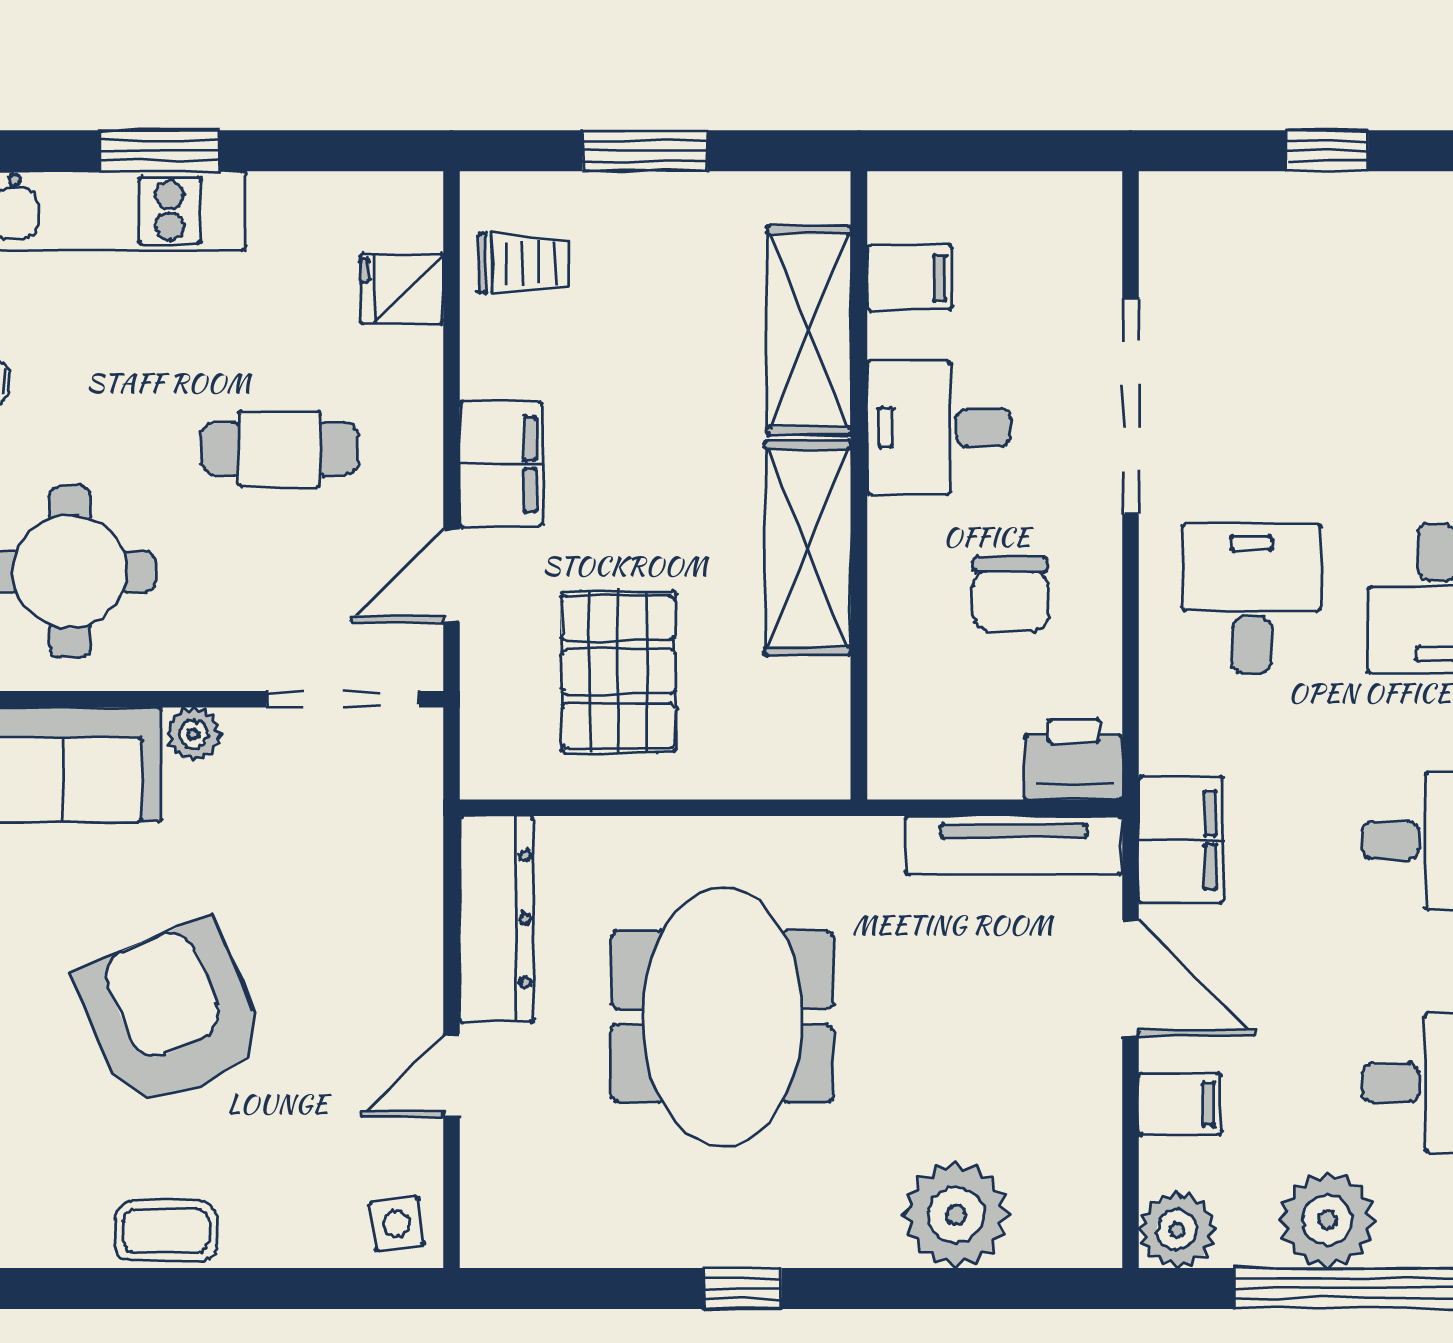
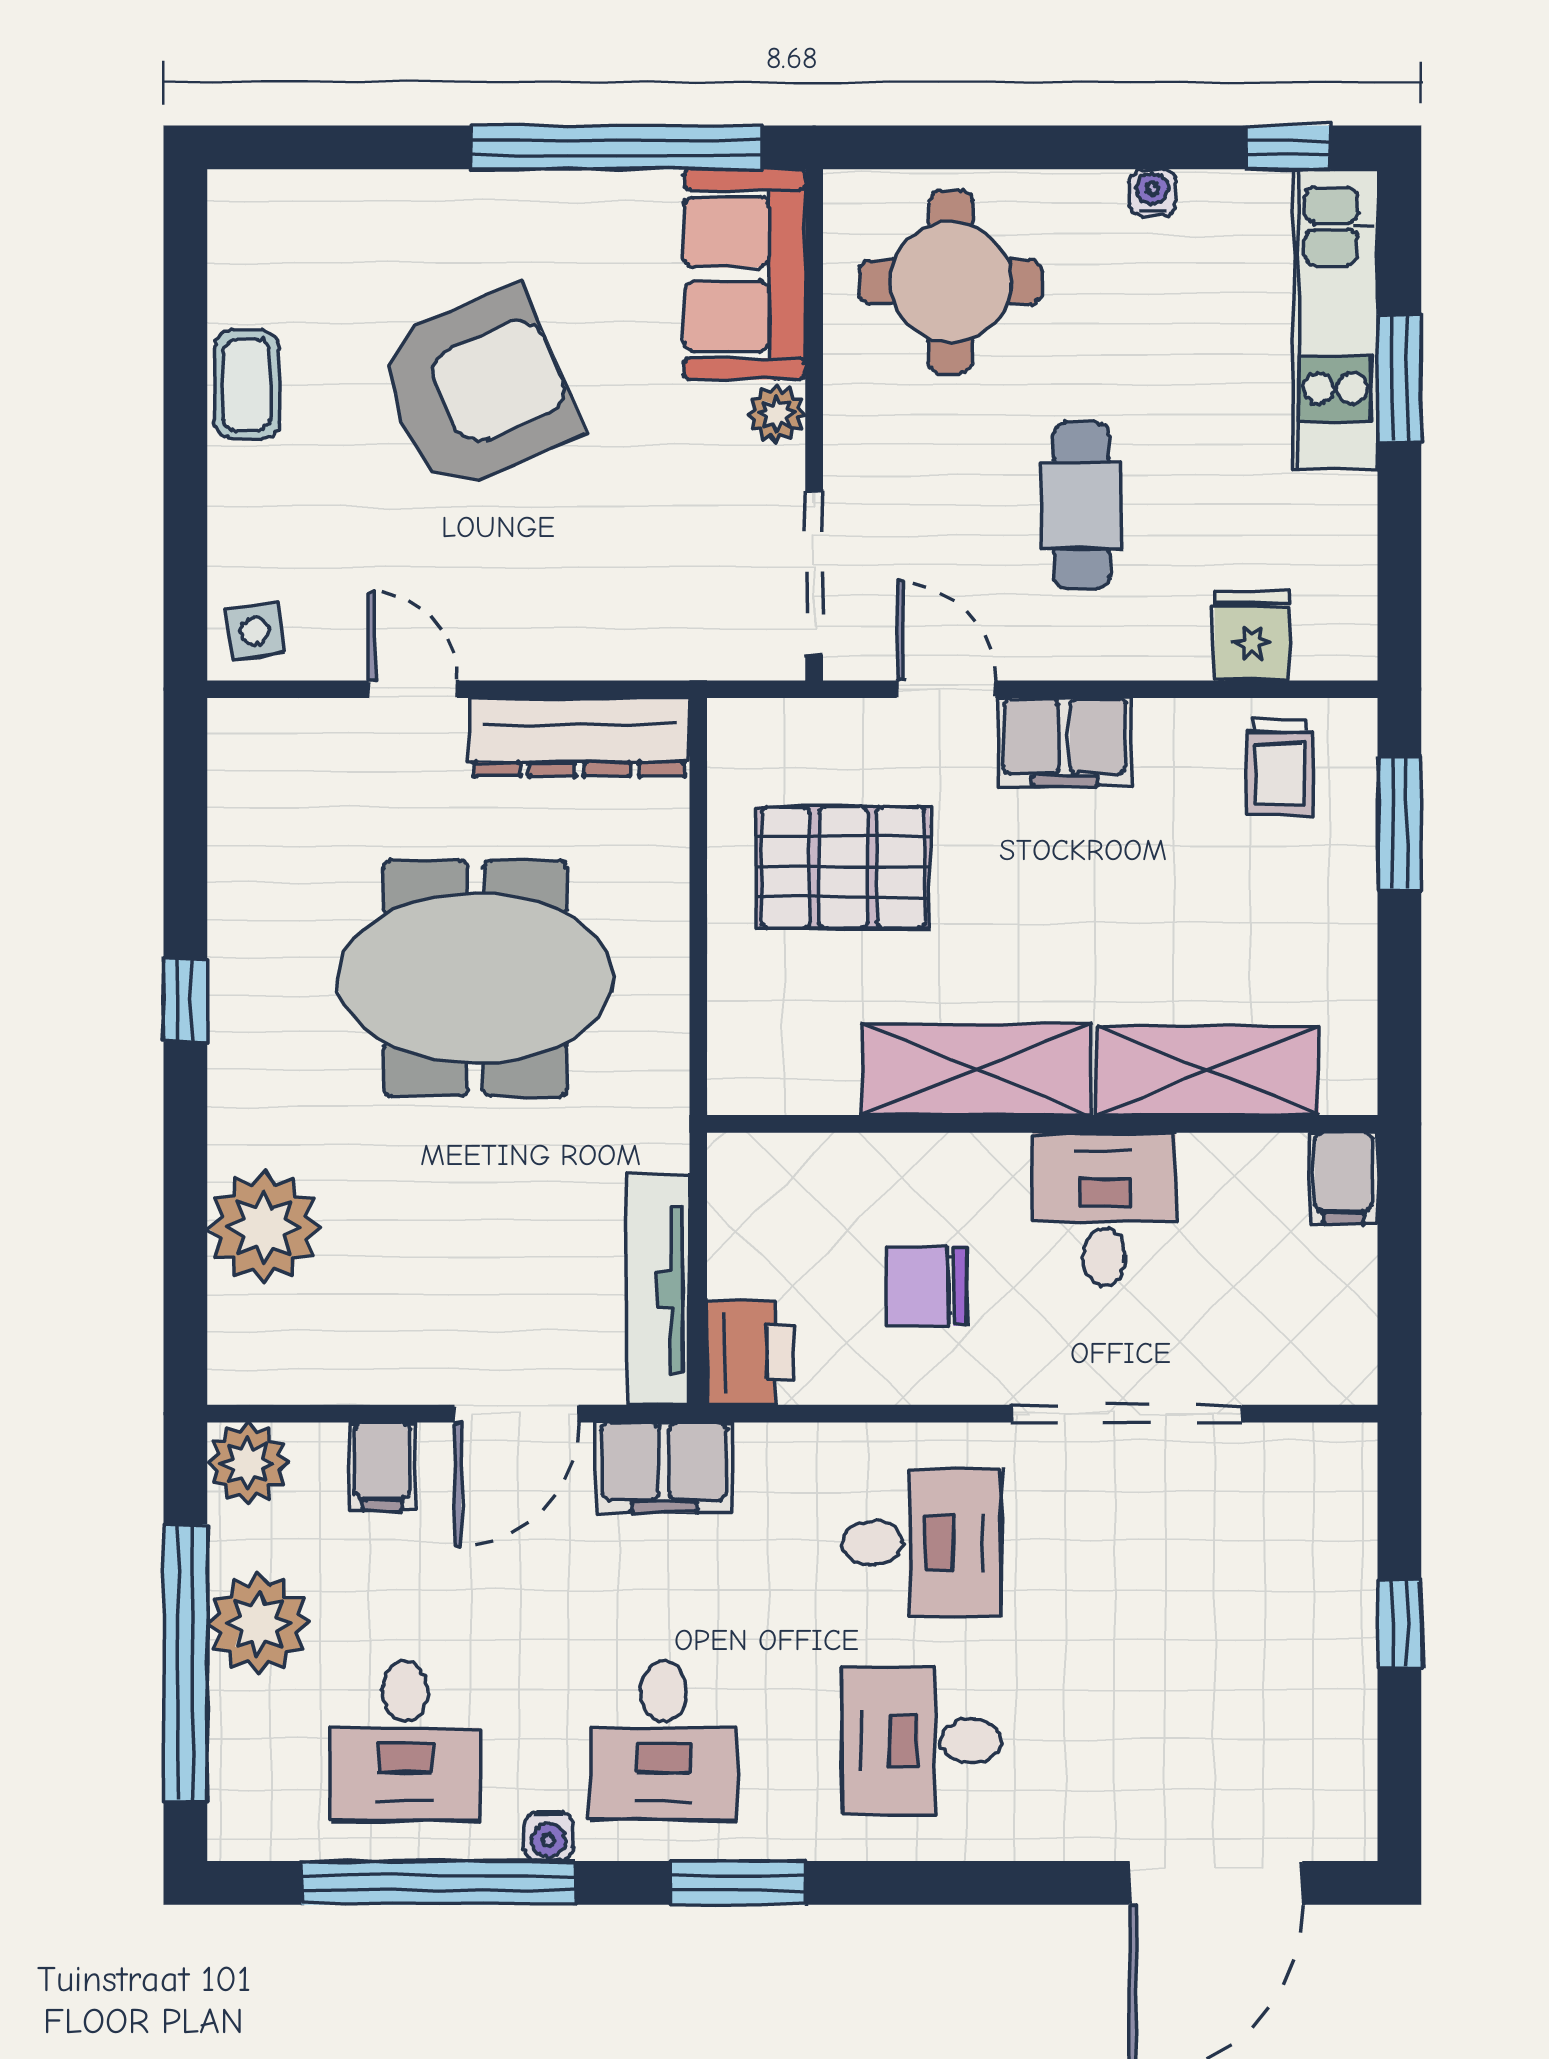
window: (645, 151) -> (1399, 823), moved
filing cabinet: (910, 278) -> (1344, 1178), moved

